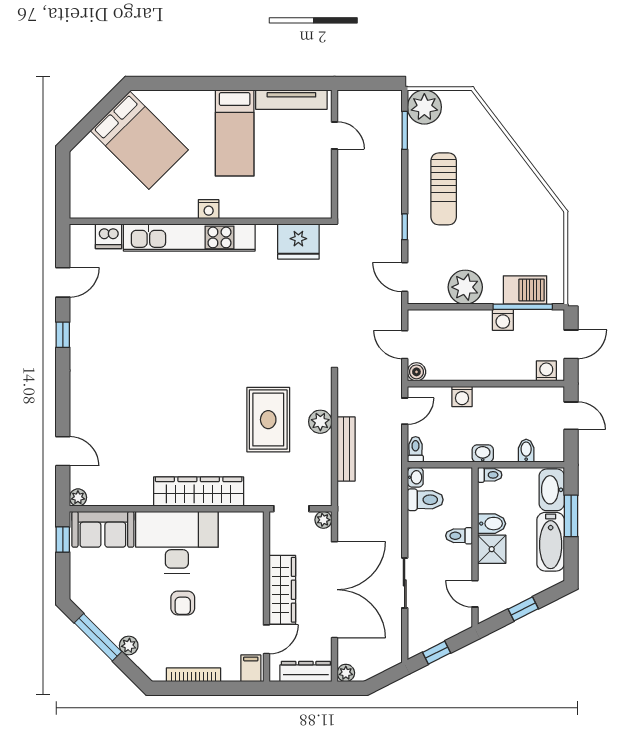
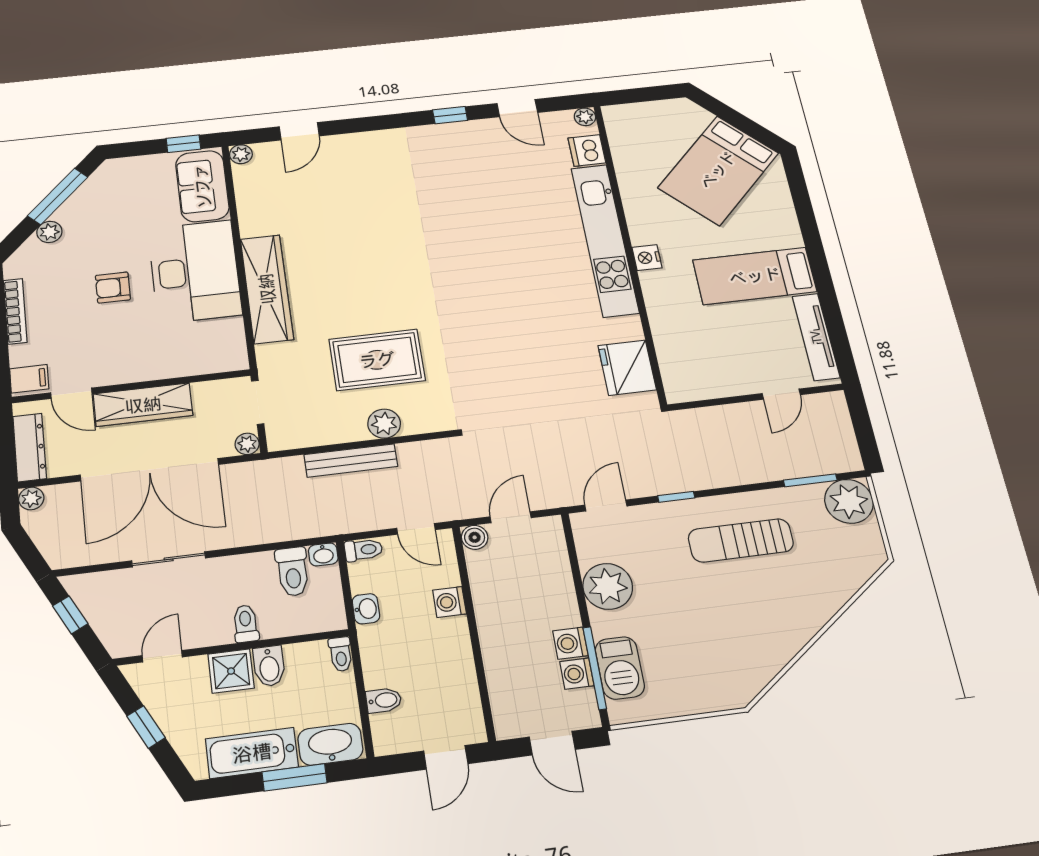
plant: (78, 232) -> (585, 117), added
washing machine: (546, 371) -> (577, 674), moved, turned 180
washbasin: (483, 454) -> (366, 609), moved

